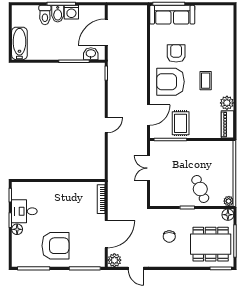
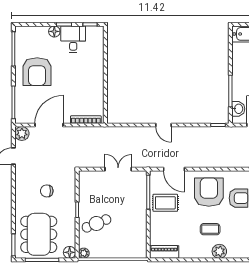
plant: (227, 103) -> (219, 251), moved
door: (106, 234) -> (49, 125), swing flipped

